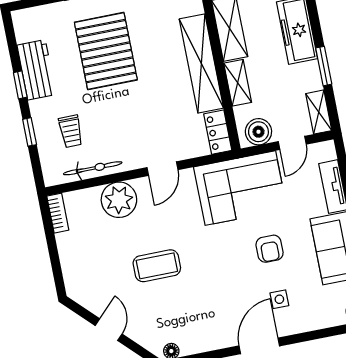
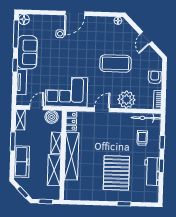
bicycle: (93, 168) -> (146, 118), moved
armchair: (270, 249) -> (155, 77), moved
coffee table: (157, 266) -> (115, 63), width x1.36, depth x1.32

